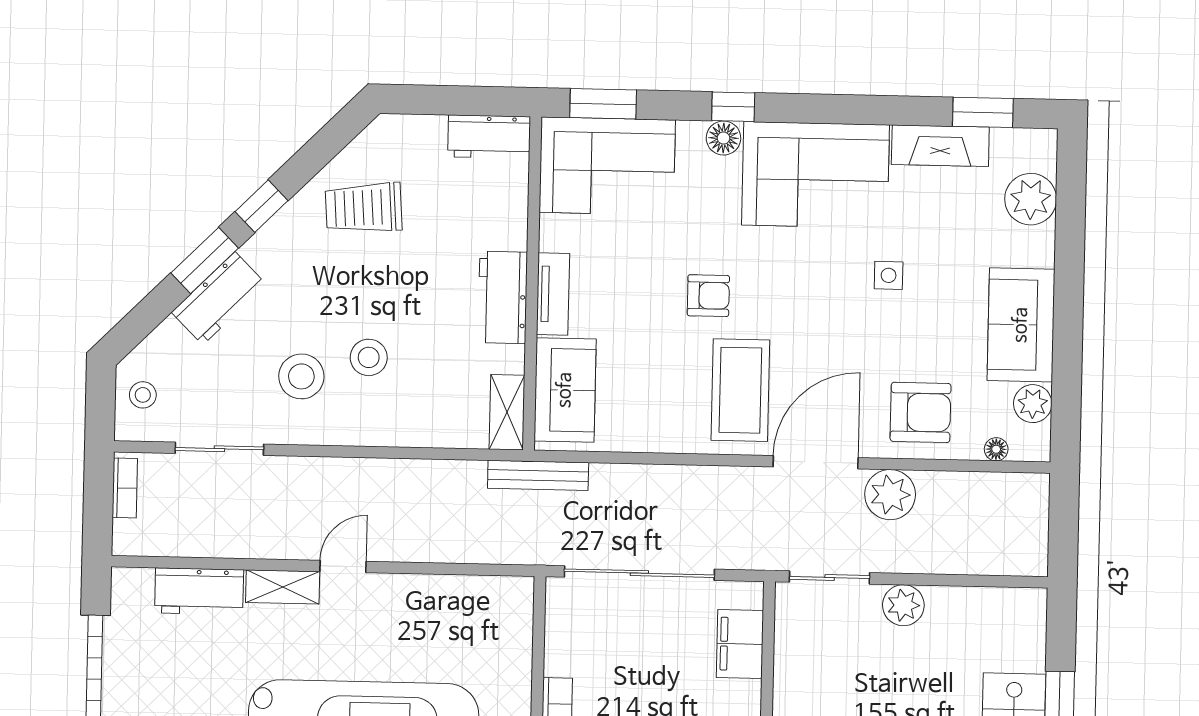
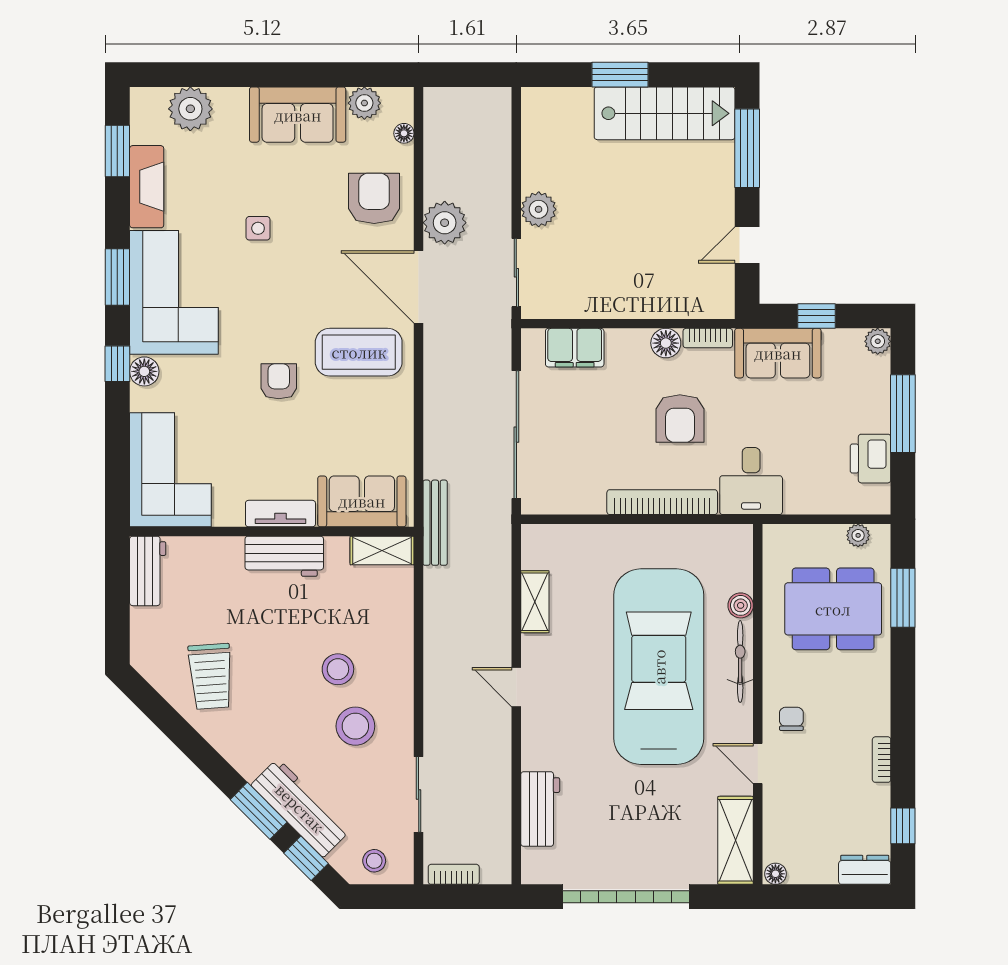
window: (603, 104) -> (117, 277), moved
window: (262, 206) -> (306, 858), moved
workbench: (219, 298) -> (300, 808), width x1.38
shelving: (283, 587) -> (535, 602), moved

